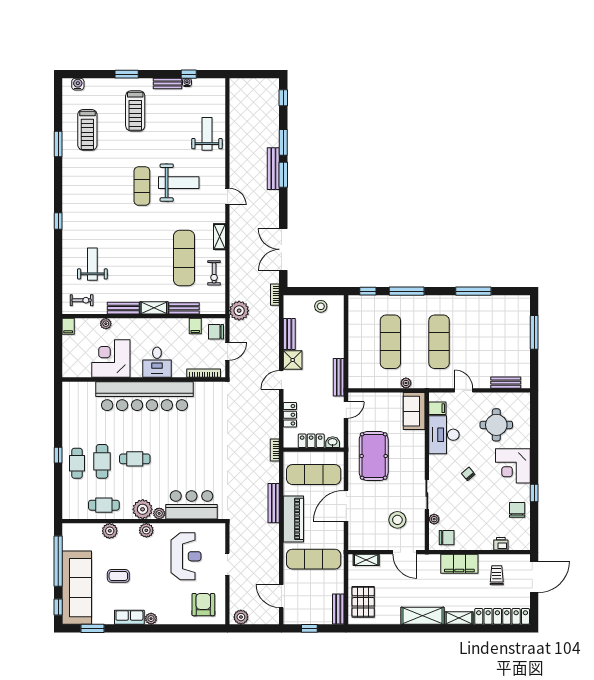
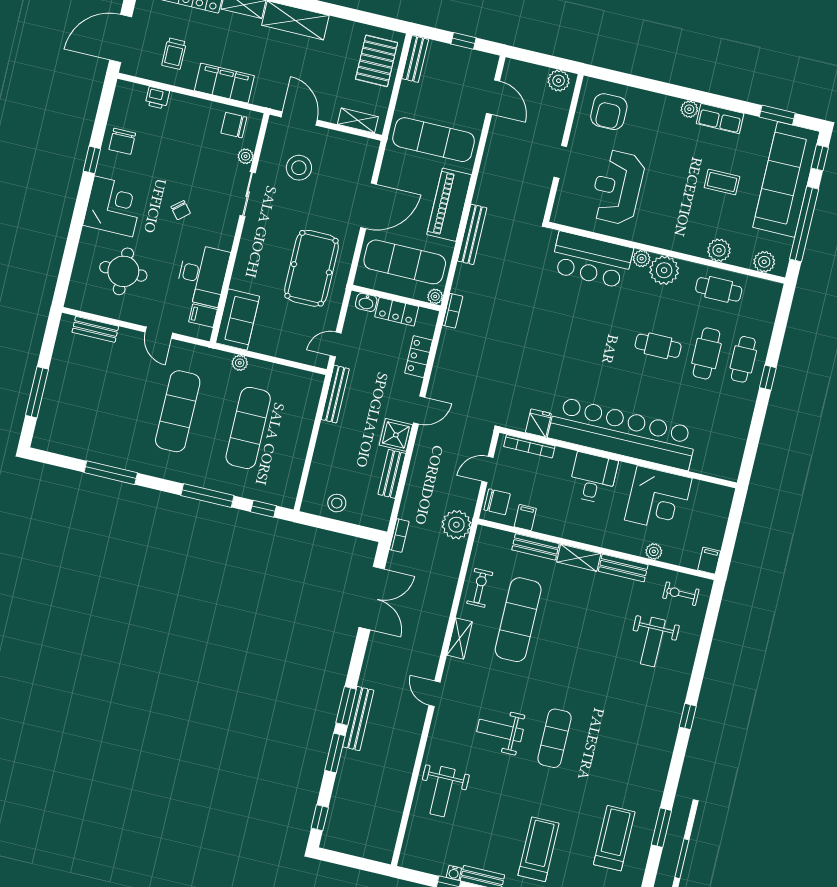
weight bench: (179, 183) -> (500, 731), width x0.73, depth x0.75
fridge: (201, 390) -> (538, 423), added
plant: (288, 457) -> (435, 296), added
plant: (146, 530) -> (764, 262), moved

